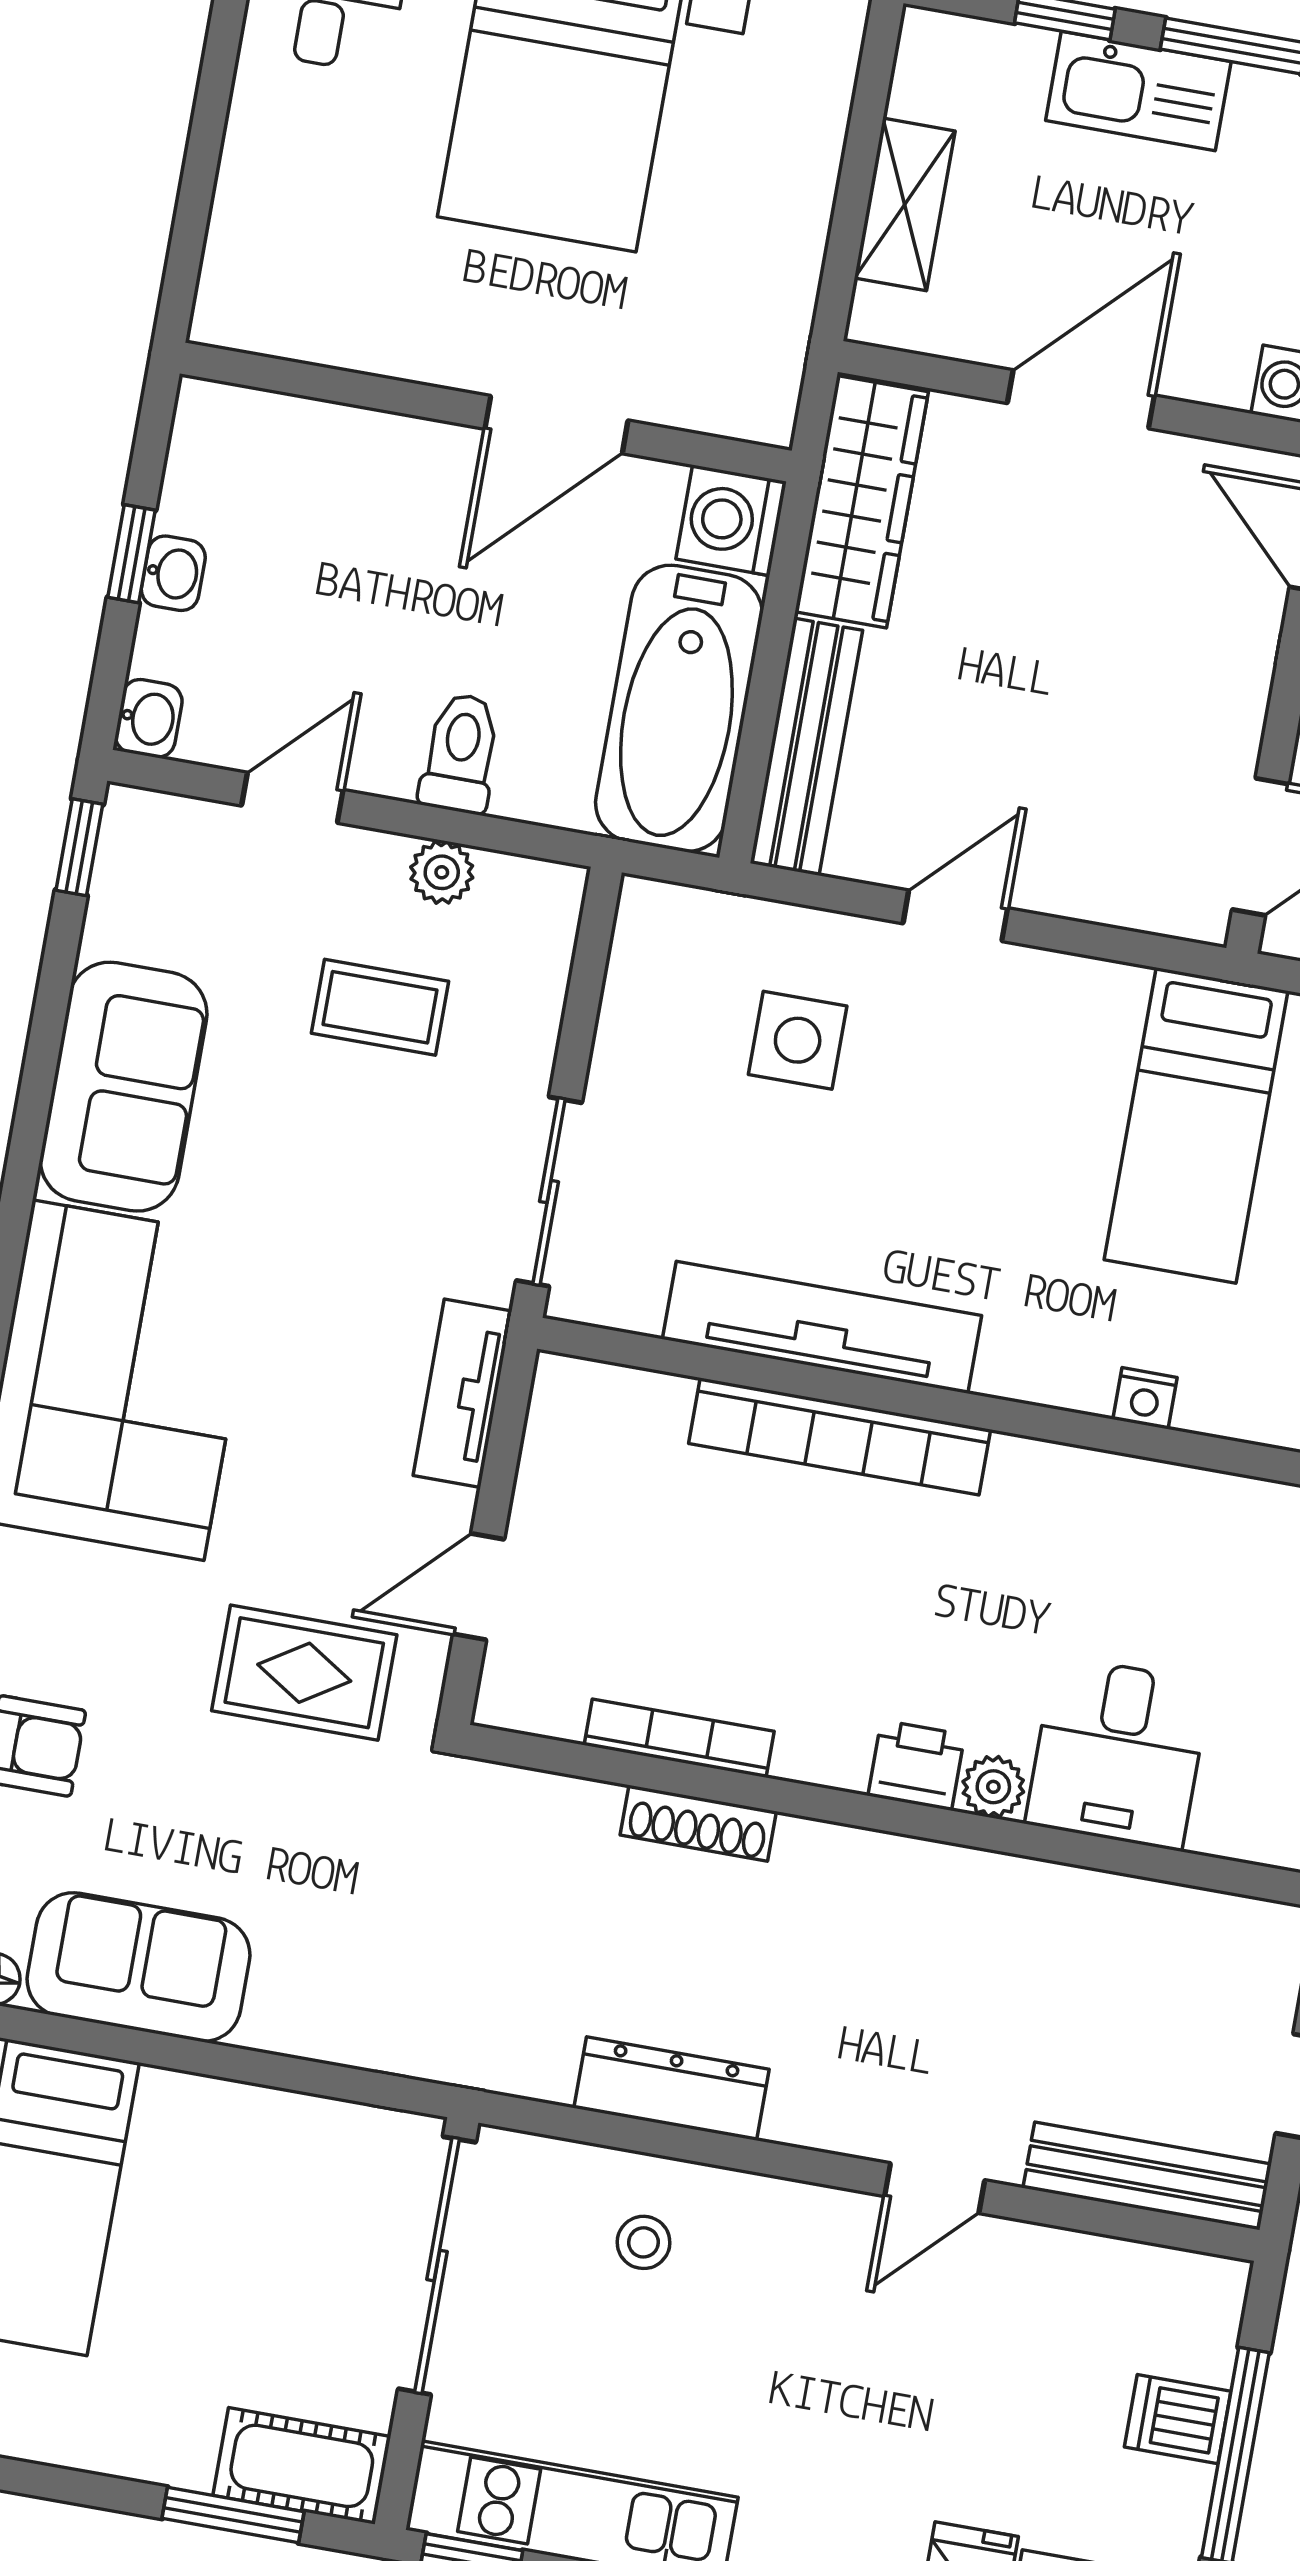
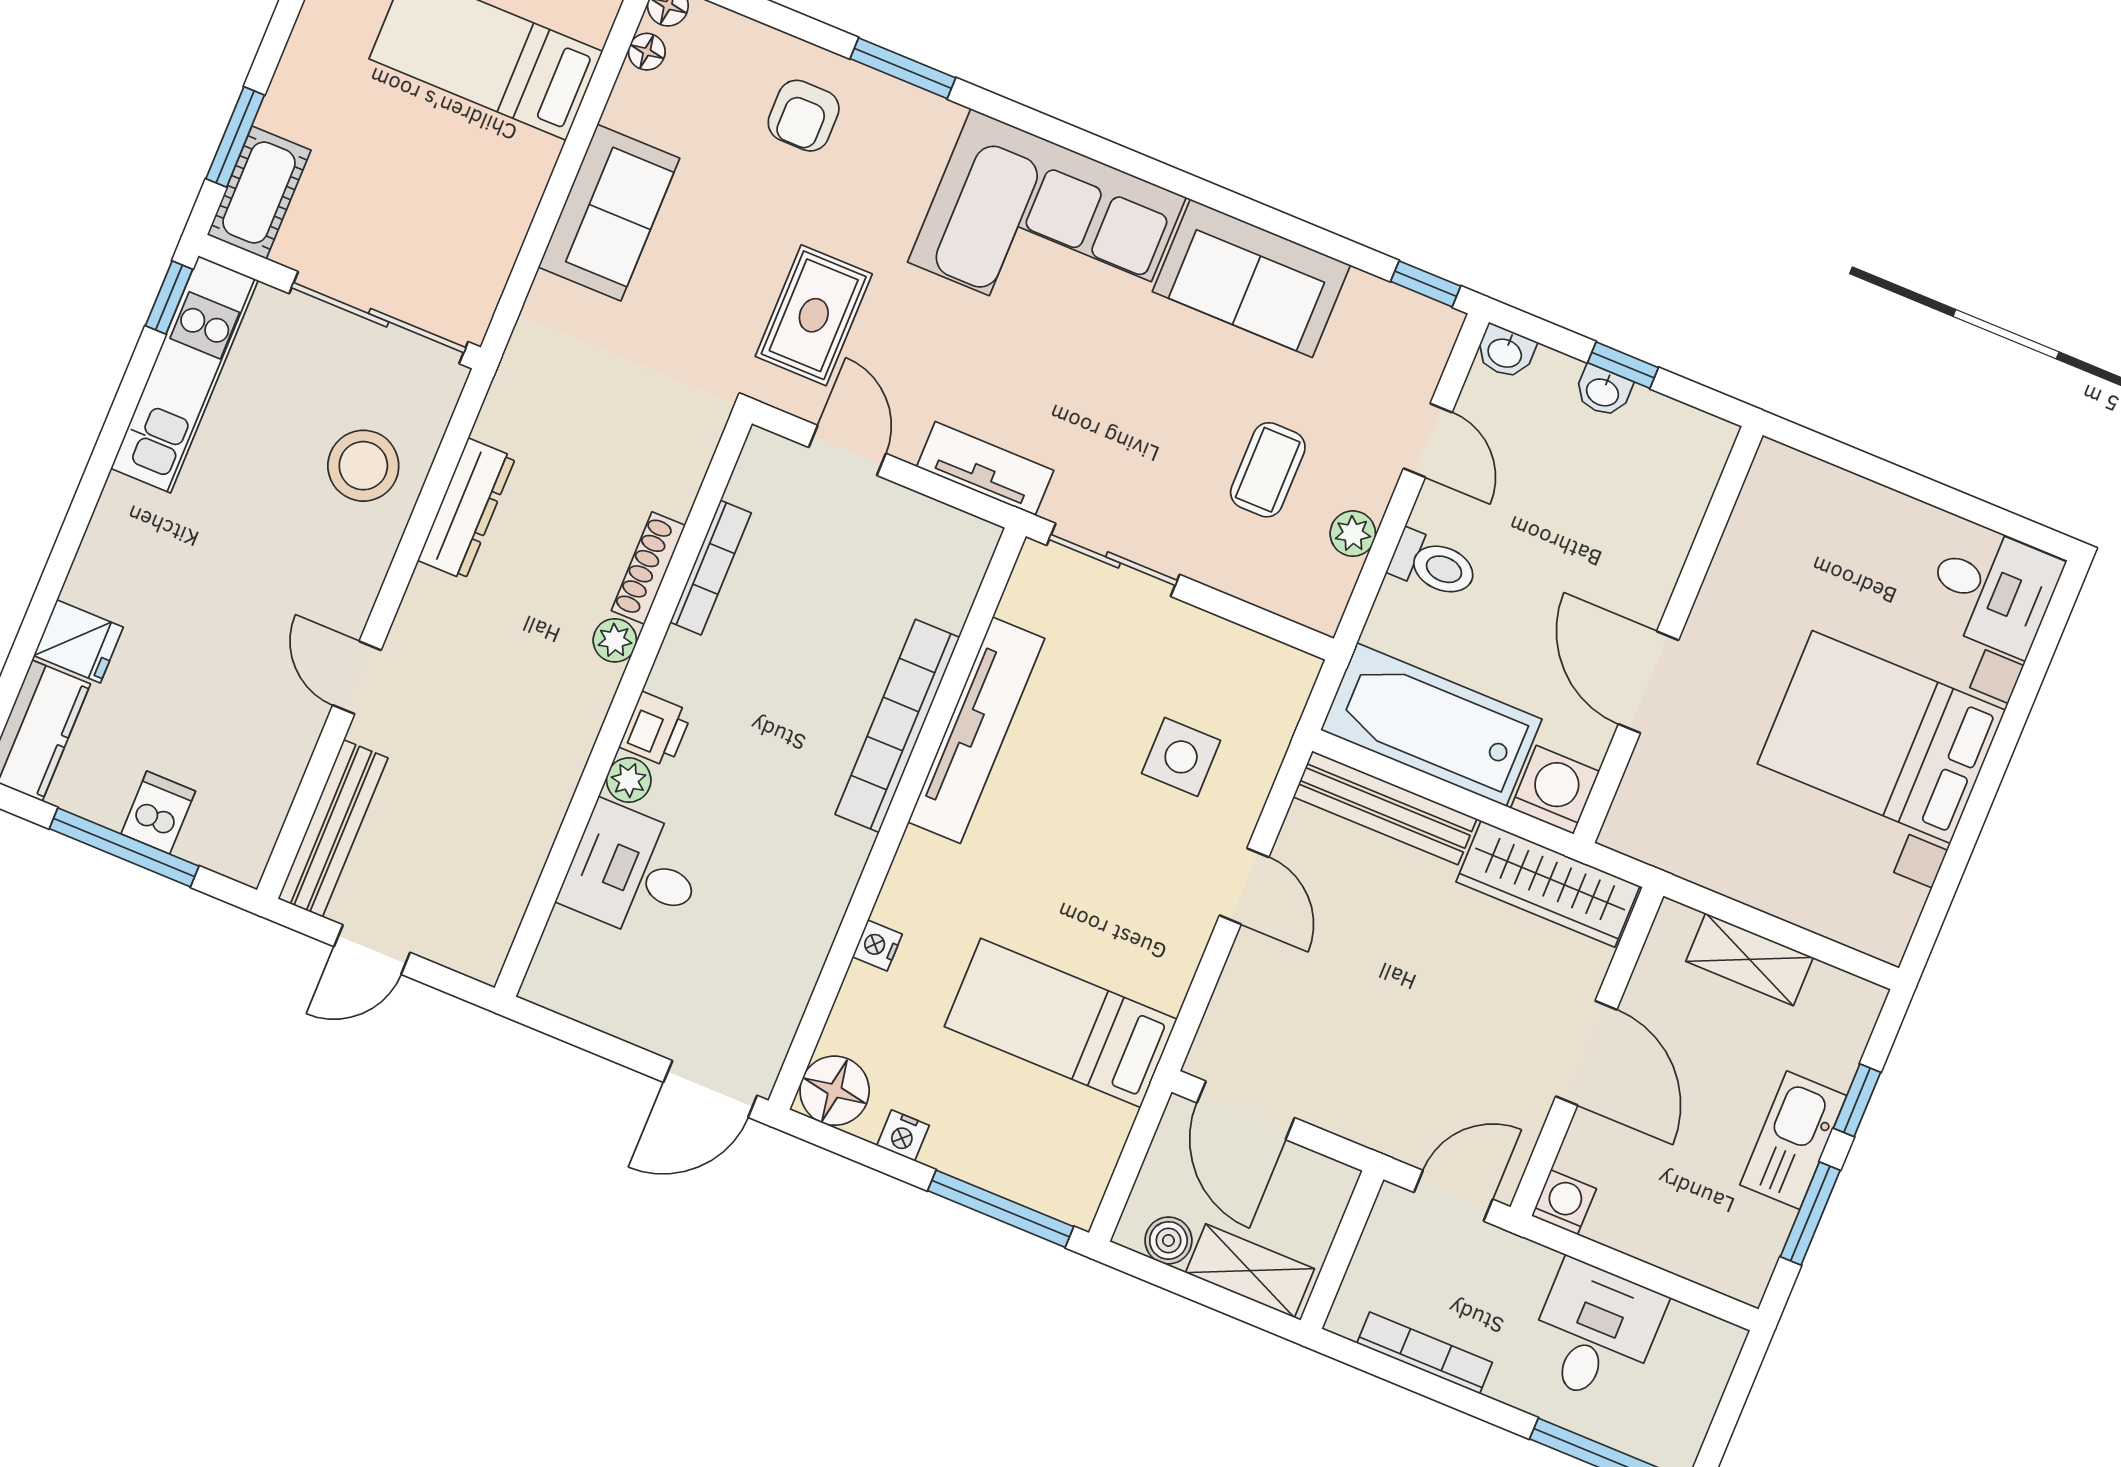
plant: (807, 1847) -> (615, 640), added
sofa: (138, 1967) -> (609, 213), moved
stool: (644, 2242) -> (363, 466), width x1.89, depth x1.89

